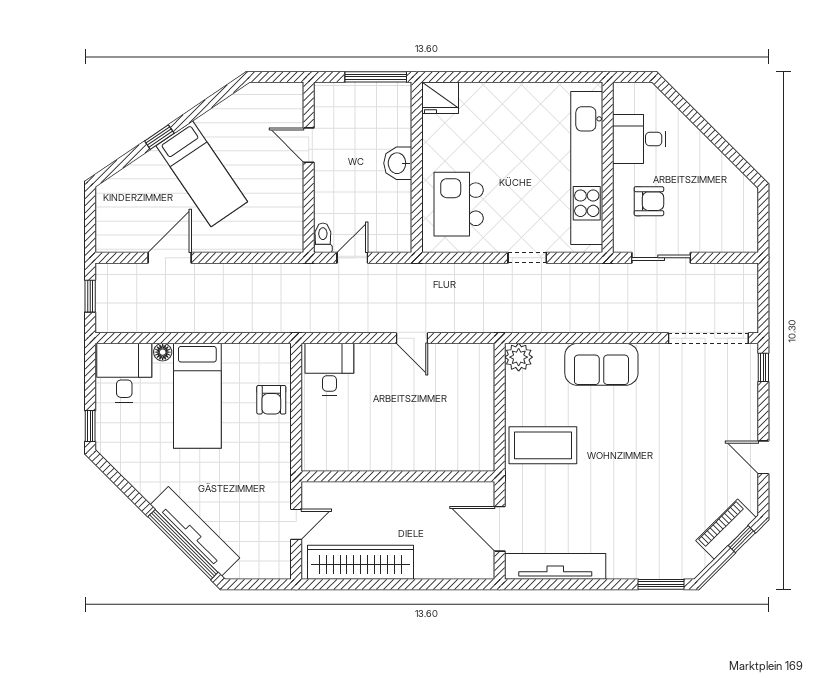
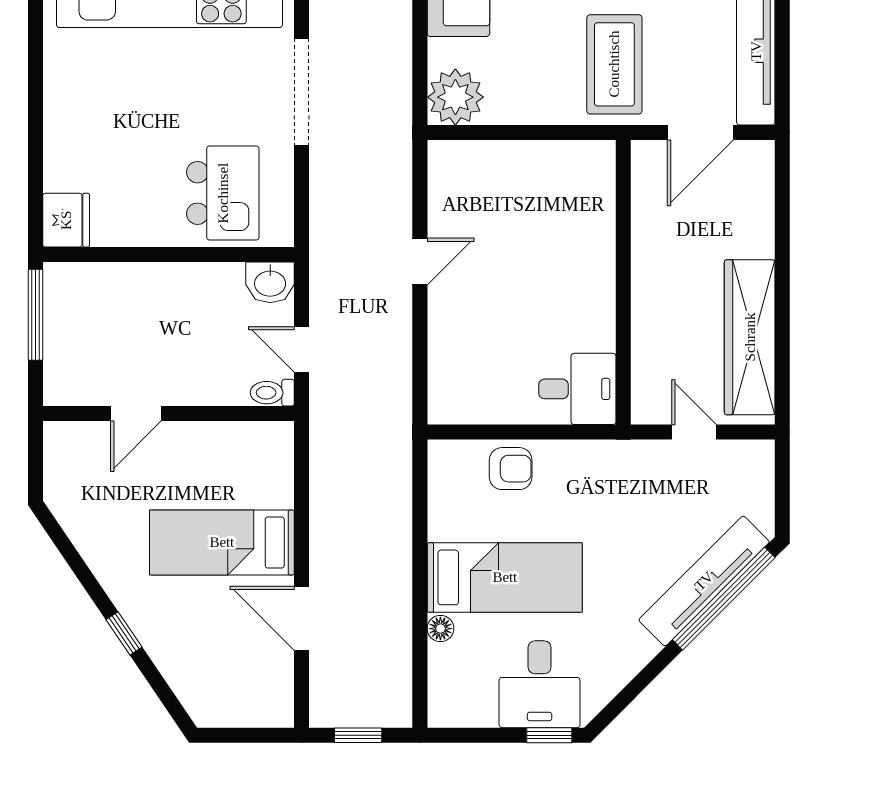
washbasin: (398, 163) -> (270, 282), moved
bed: (202, 174) -> (222, 542), moved, turned -146
kitchen island: (459, 204) -> (223, 193), turned -90
doorway: (527, 258) -> (302, 92), width x1.87
plant: (519, 357) -> (455, 97), width x1.36, depth x1.36
desk: (329, 369) -> (577, 389), moved, turned 180
desk: (124, 373) -> (540, 684), moved, turned -90
coffee table: (543, 445) -> (614, 64), moved

